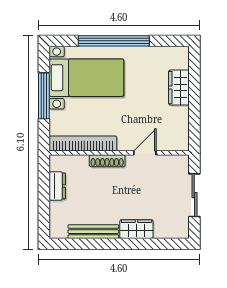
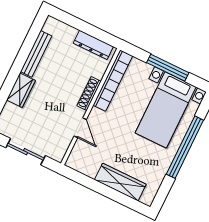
wardrobe: (179, 88) -> (120, 182), width x1.50
dresser: (57, 186) -> (93, 45), width x1.44

